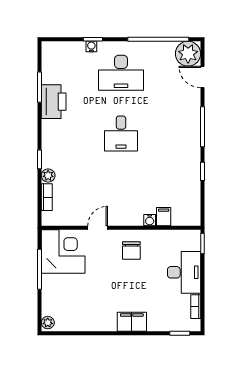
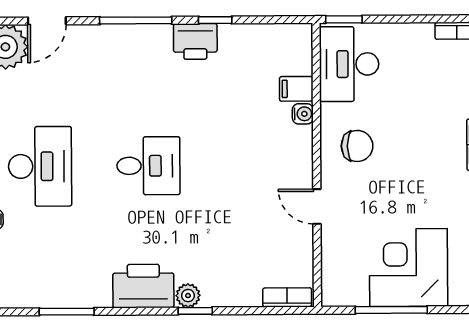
printer: (54, 102) -> (143, 286), moved
printer: (191, 160) -> (195, 41), added
plant: (48, 176) -> (188, 296), moved
bookcase: (47, 197) -> (287, 297), moved
corner desk: (63, 252) -> (408, 268), moved
desk: (184, 272) -> (349, 64), moved, turned -90

